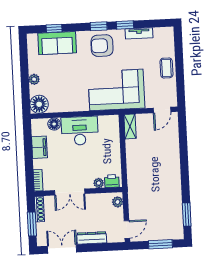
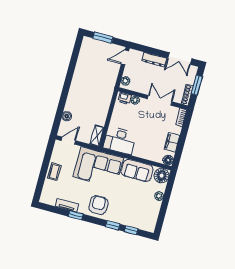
window: (99, 26) -> (113, 225), moved
sofa: (57, 43) -> (137, 170), moved, turned 180
armchair: (102, 46) -> (98, 205), turned -90
floor lamp: (54, 124) -> (168, 160), moved
desk: (80, 131) -> (120, 140), moved
boiler: (173, 138) -> (67, 116), added
window: (187, 215) -> (75, 54), removed

